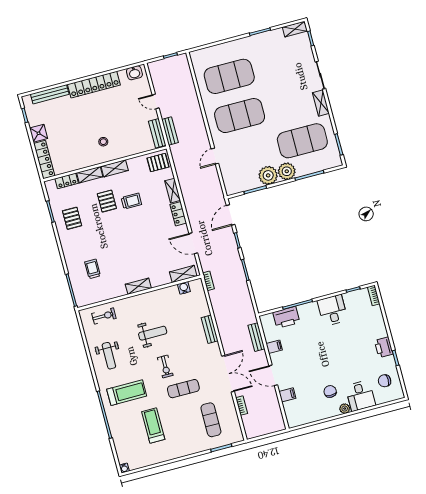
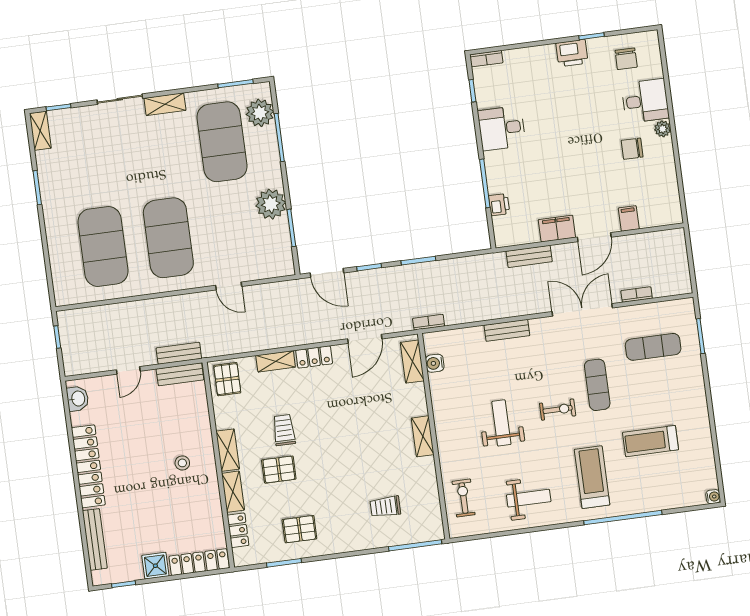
plant: (287, 171) -> (260, 113), moved
printer: (286, 317) -> (499, 205), width x0.53, depth x0.68
filing cabinet: (274, 347) -> (557, 229), width x2.00

